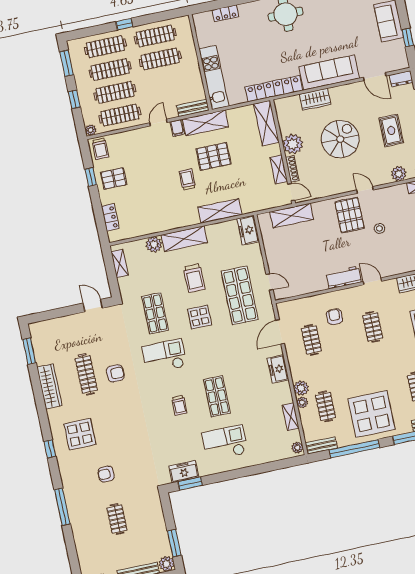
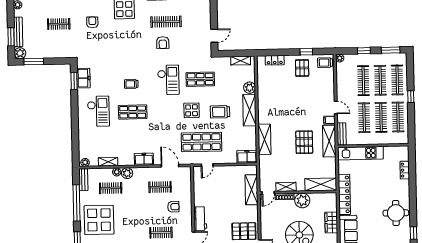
clothes rail: (120, 115) -> (364, 118), moved
trolley: (187, 179) -> (291, 120), removed

